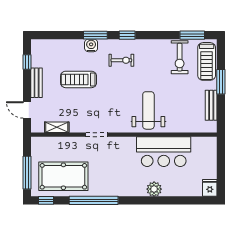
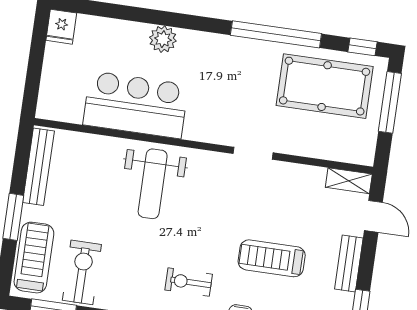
treadmill: (79, 79) -> (272, 258), turned 180
bench: (211, 105) -> (38, 167), width x1.36
shelving: (57, 127) -> (349, 181), moved

